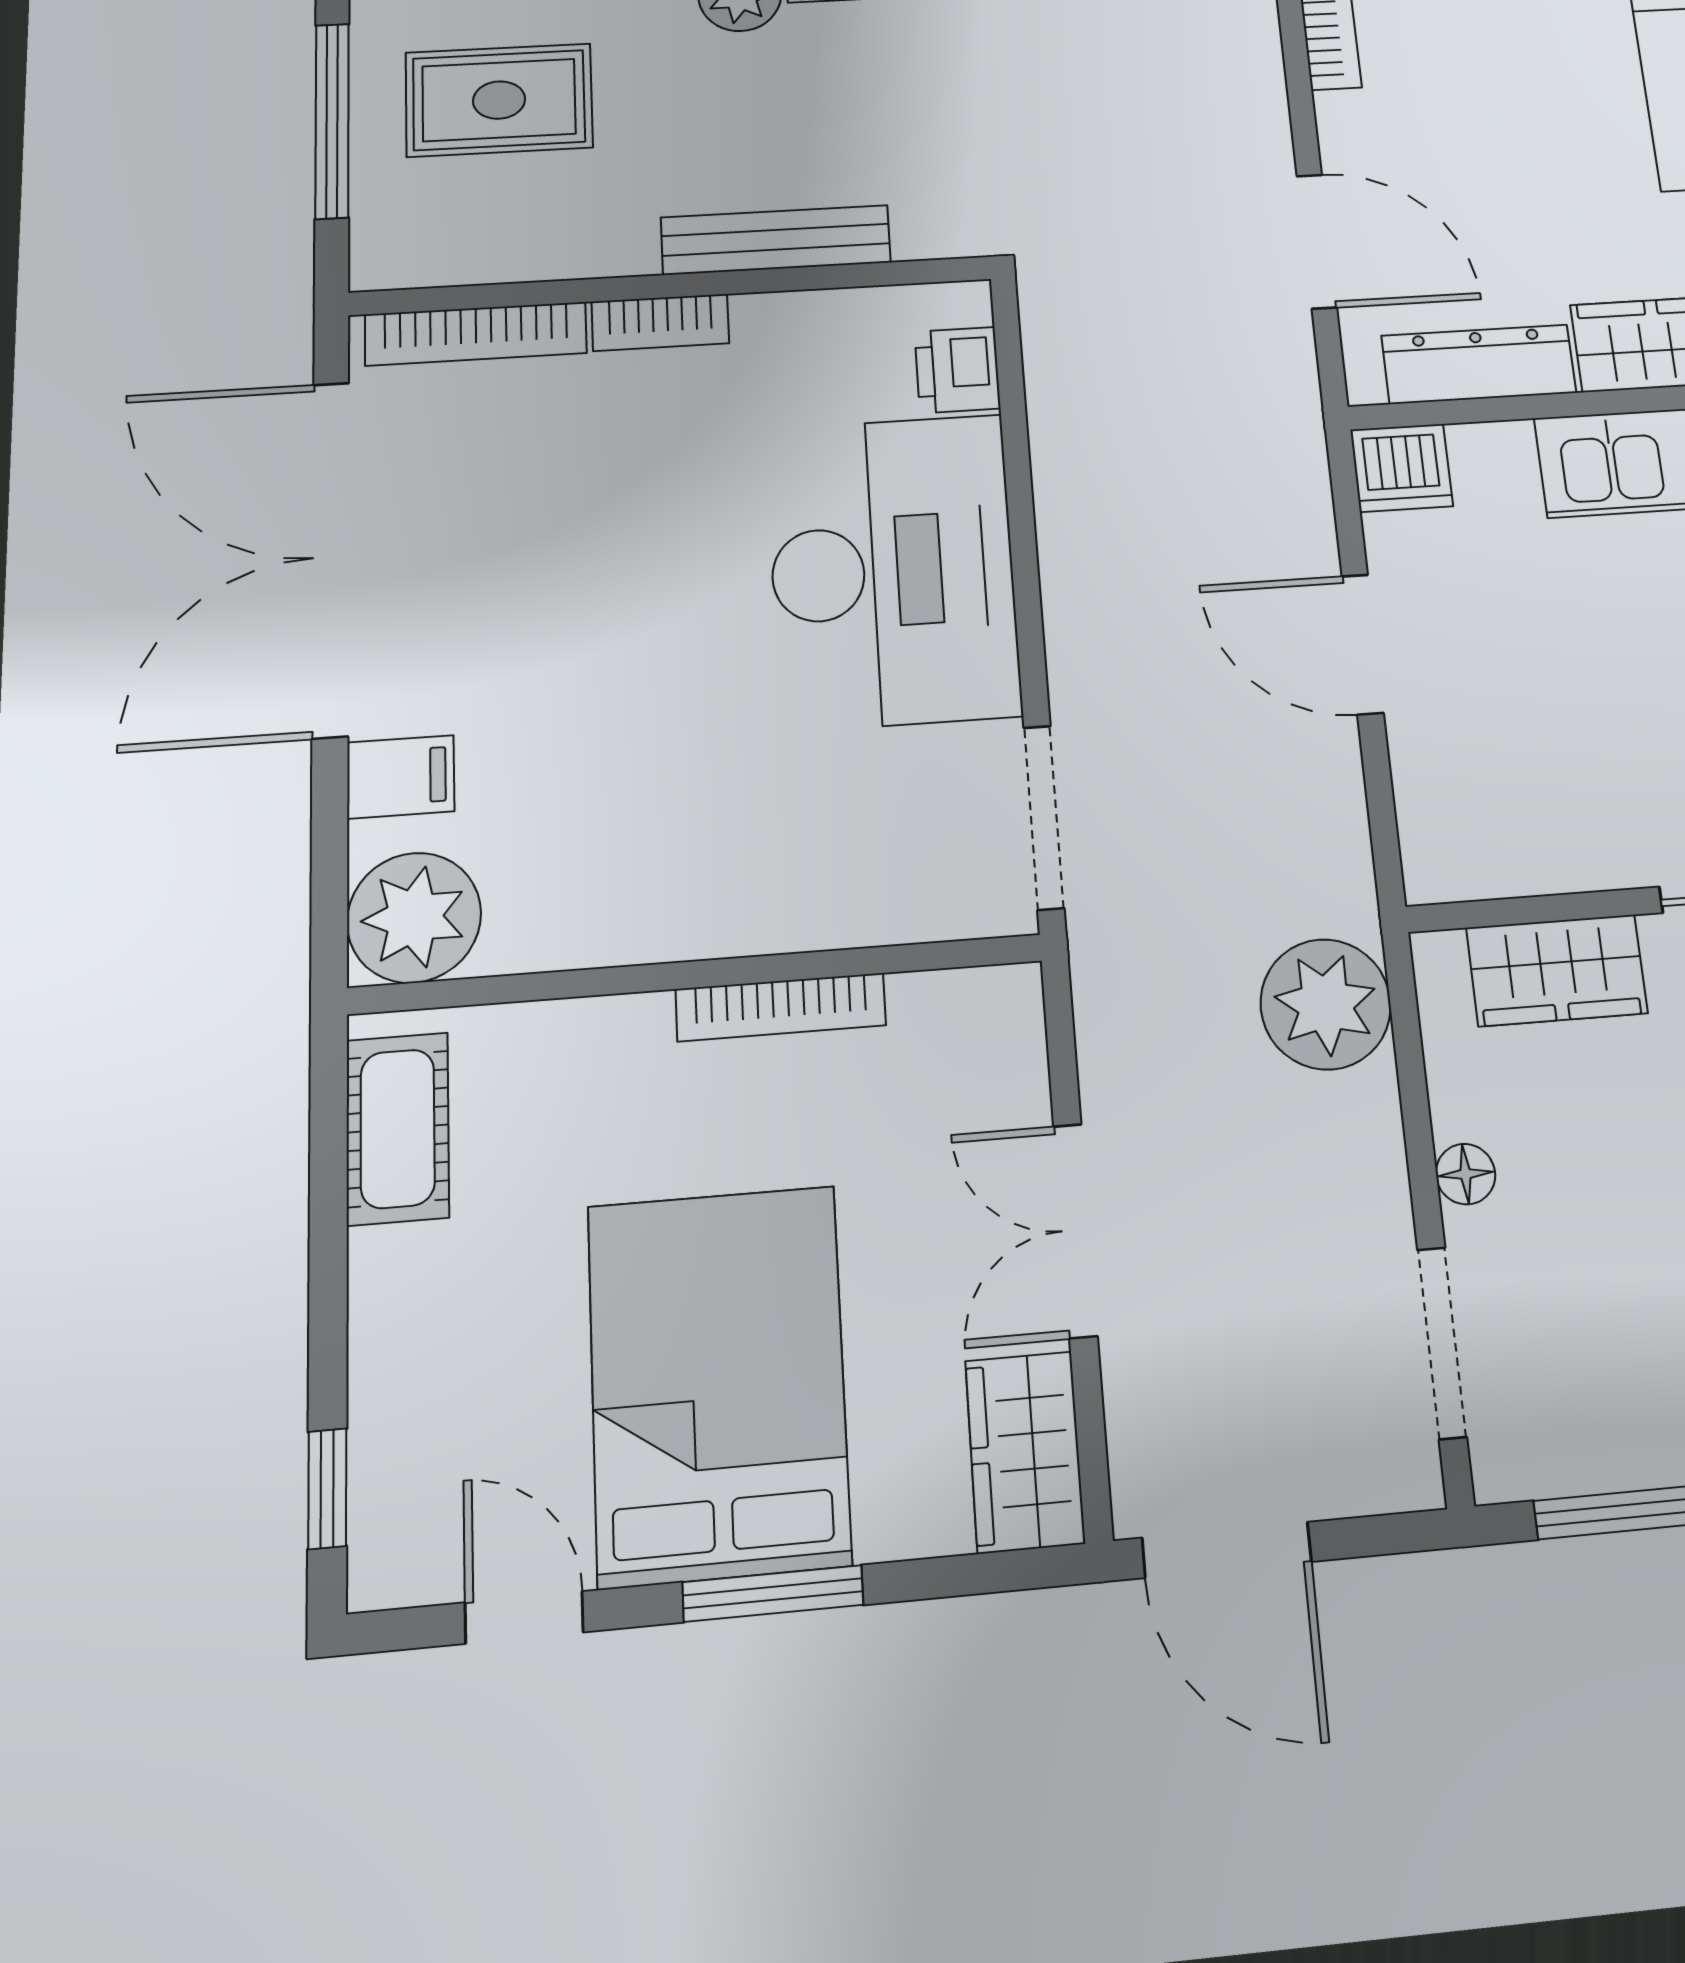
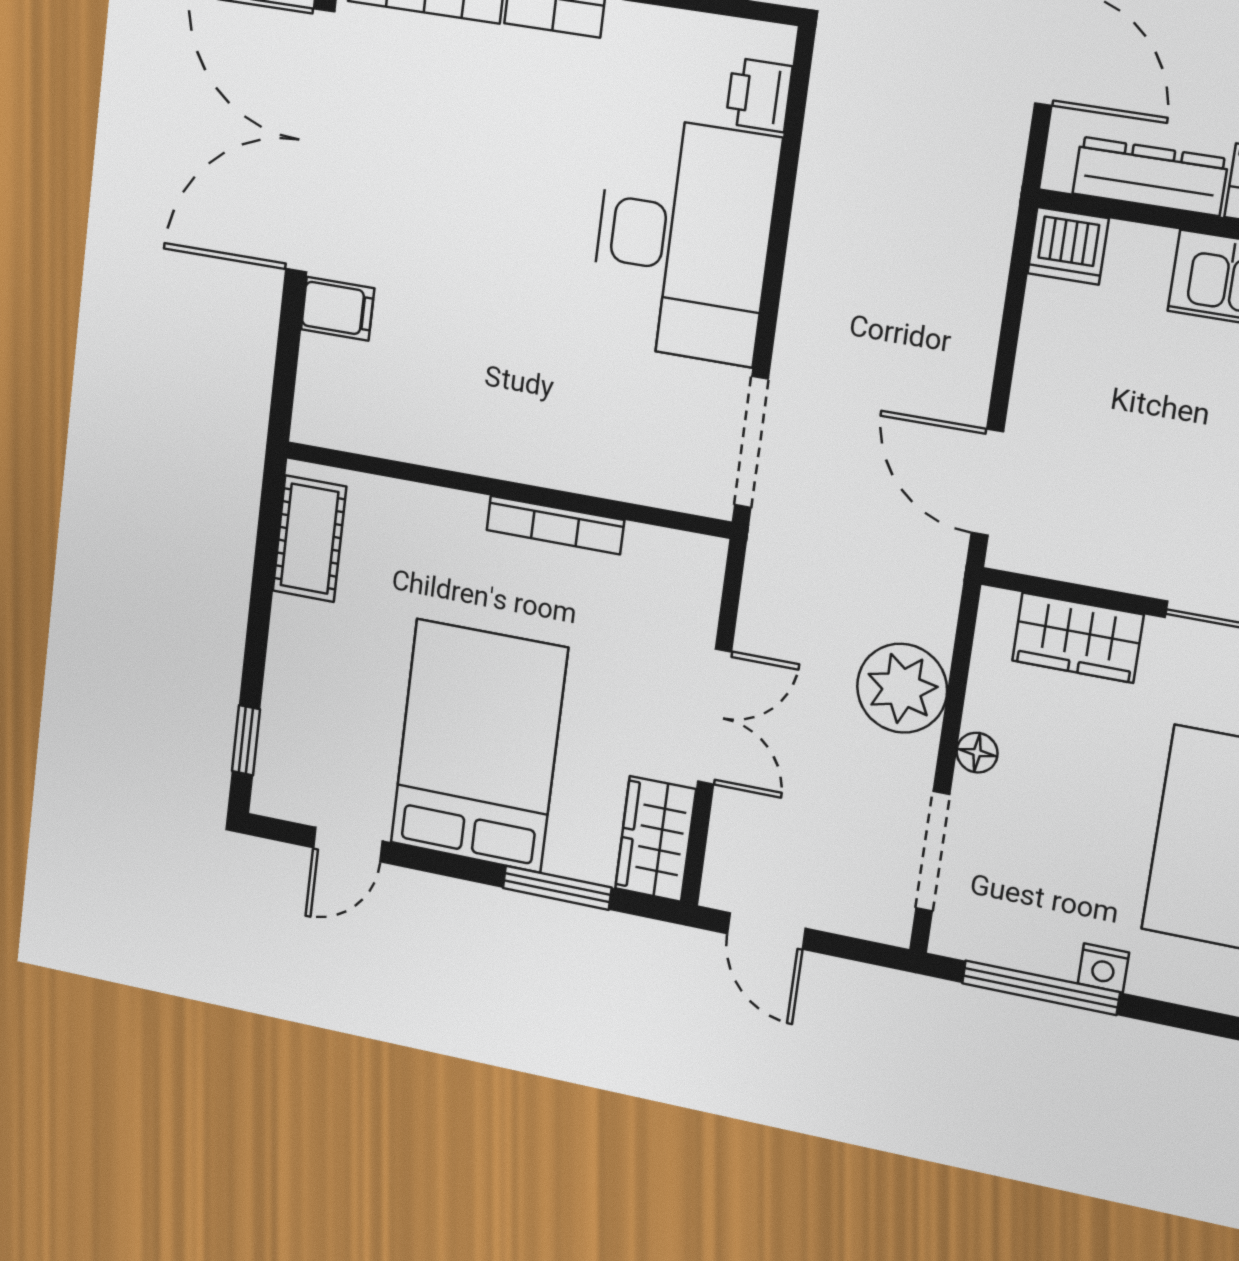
door: (1363, 644) -> (987, 482), moved
plant: (414, 918) -> (335, 406), removed
plant: (1326, 1004) -> (902, 688), moved
double door: (1075, 1230) -> (714, 717), swing flipped
door: (1227, 1550) -> (766, 931), width x0.73
window: (773, 1593) -> (557, 888), moved
door: (524, 1617) -> (348, 844), swing flipped

